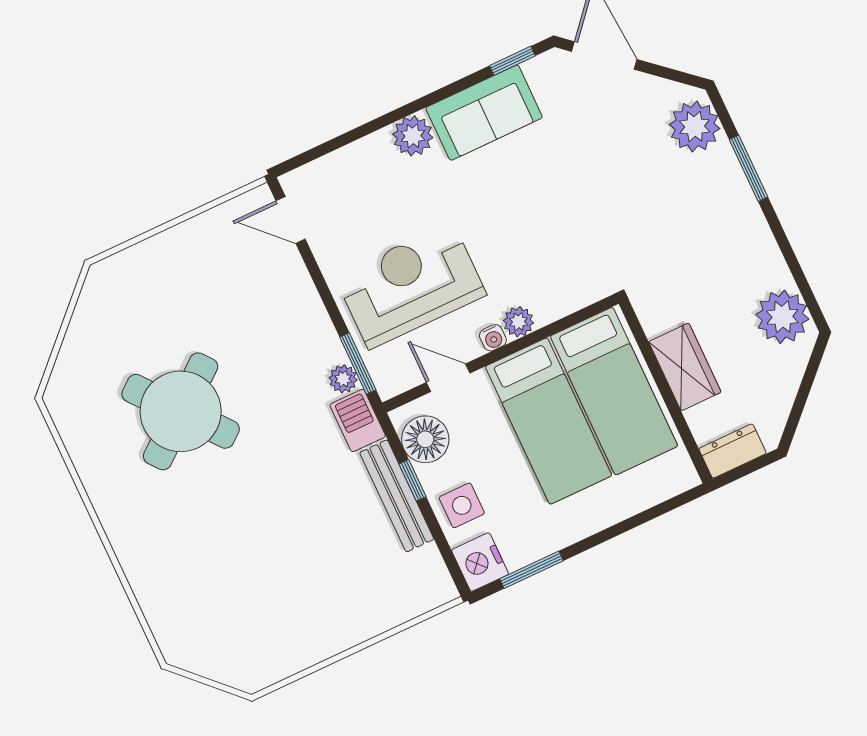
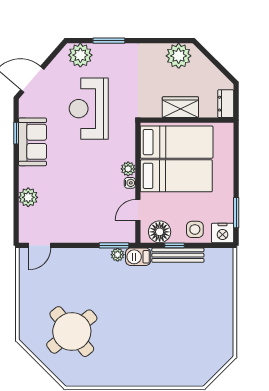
window: (512, 61) -> (16, 133), moved
plant: (413, 136) -> (28, 197), moved
reception desk: (410, 285) -> (89, 109), moved
round table: (181, 411) -> (72, 332), moved

